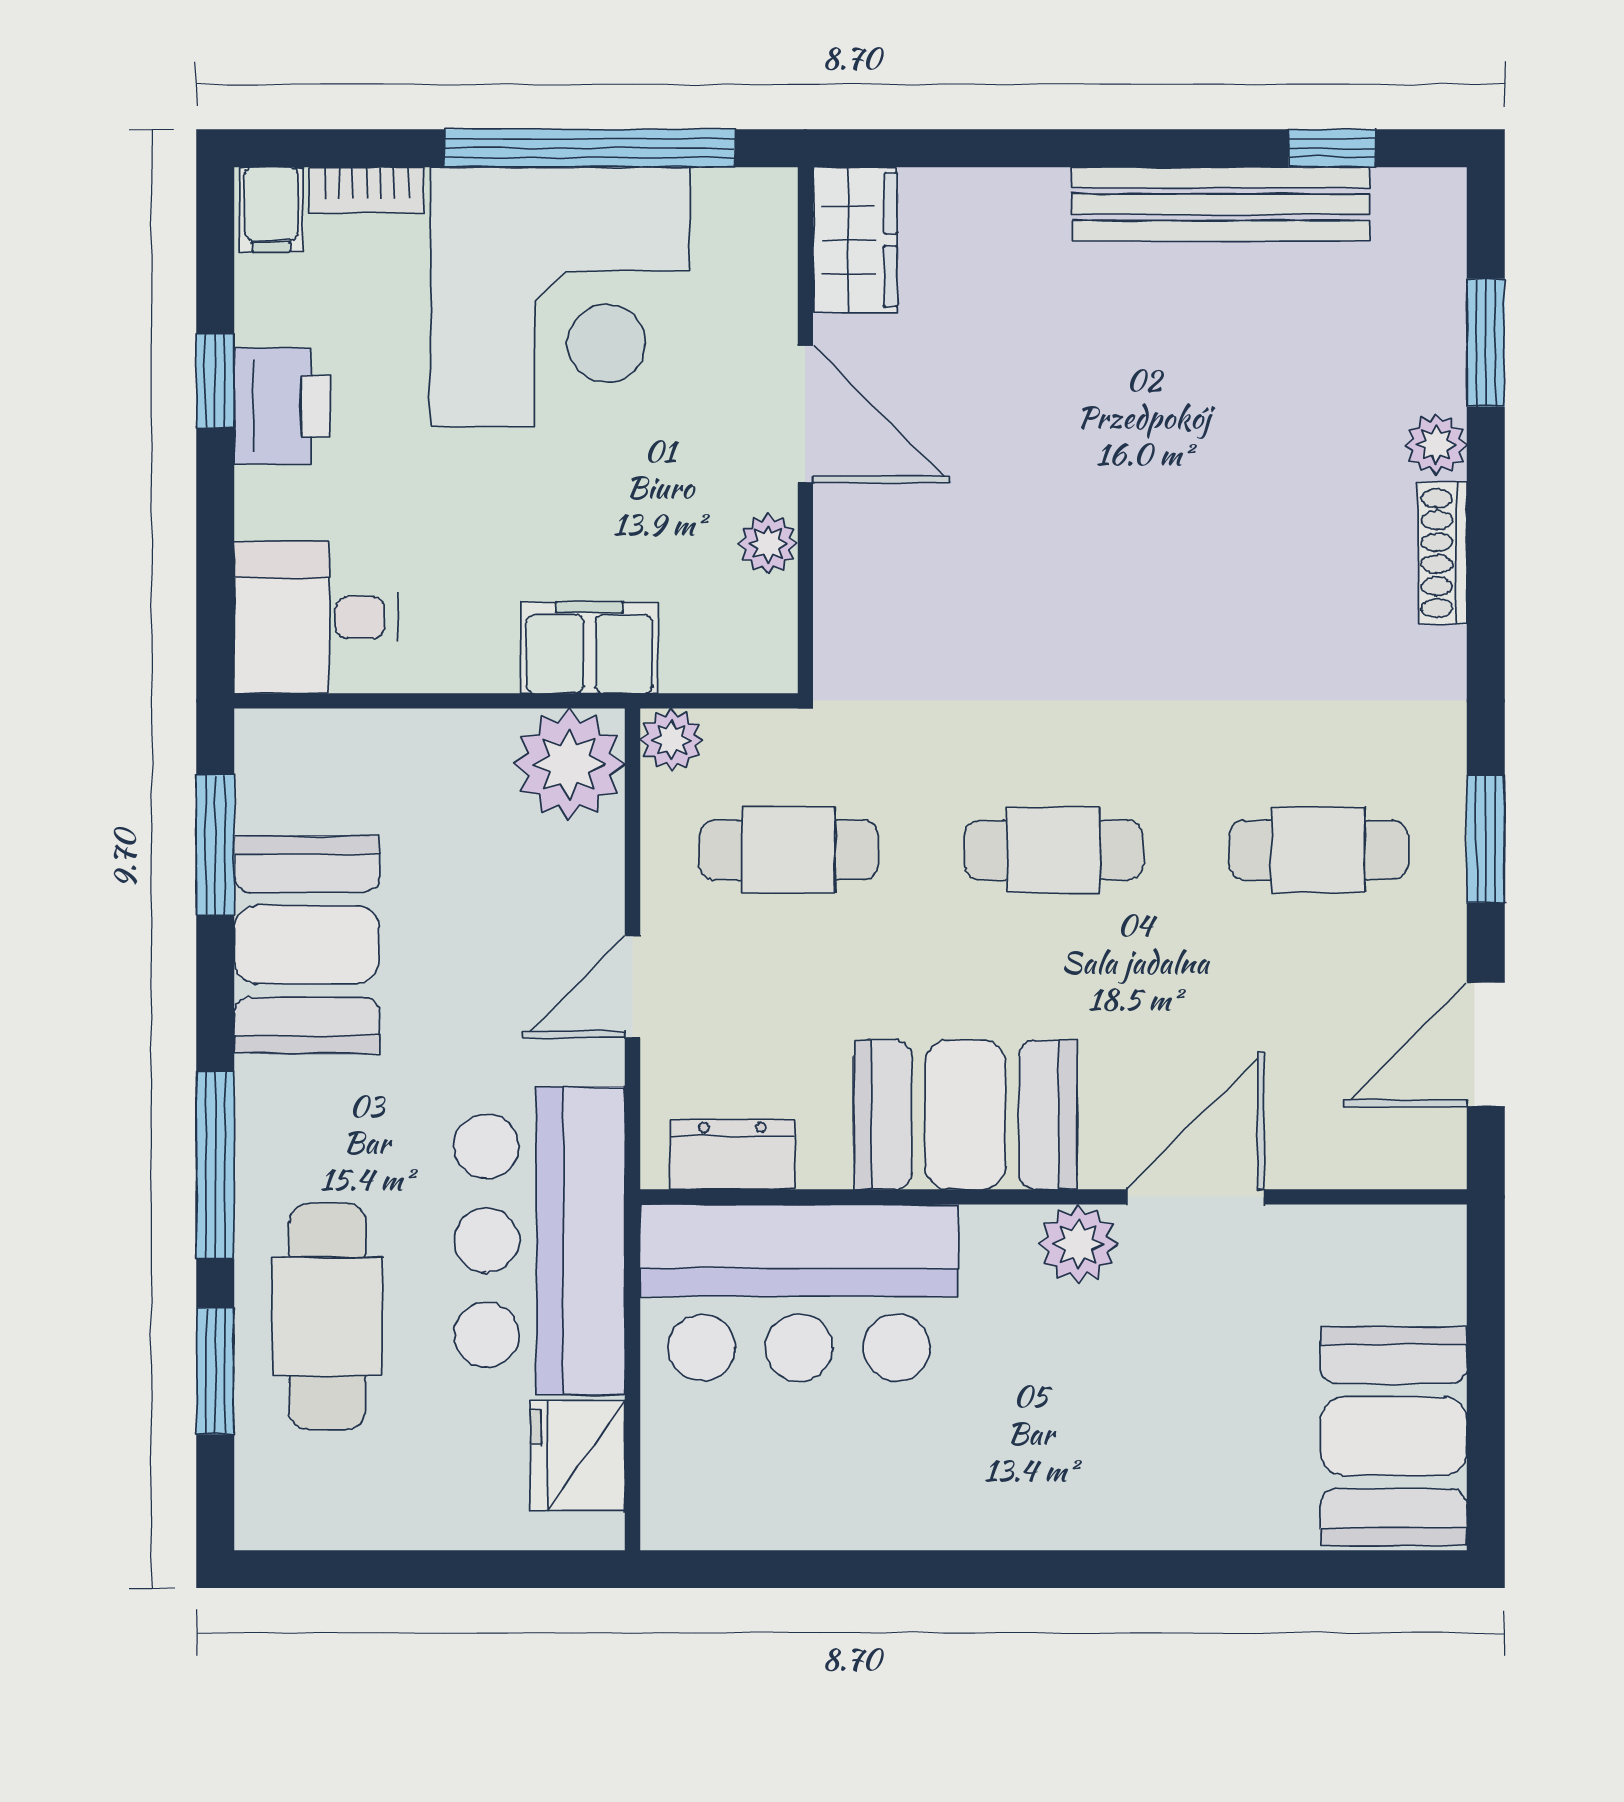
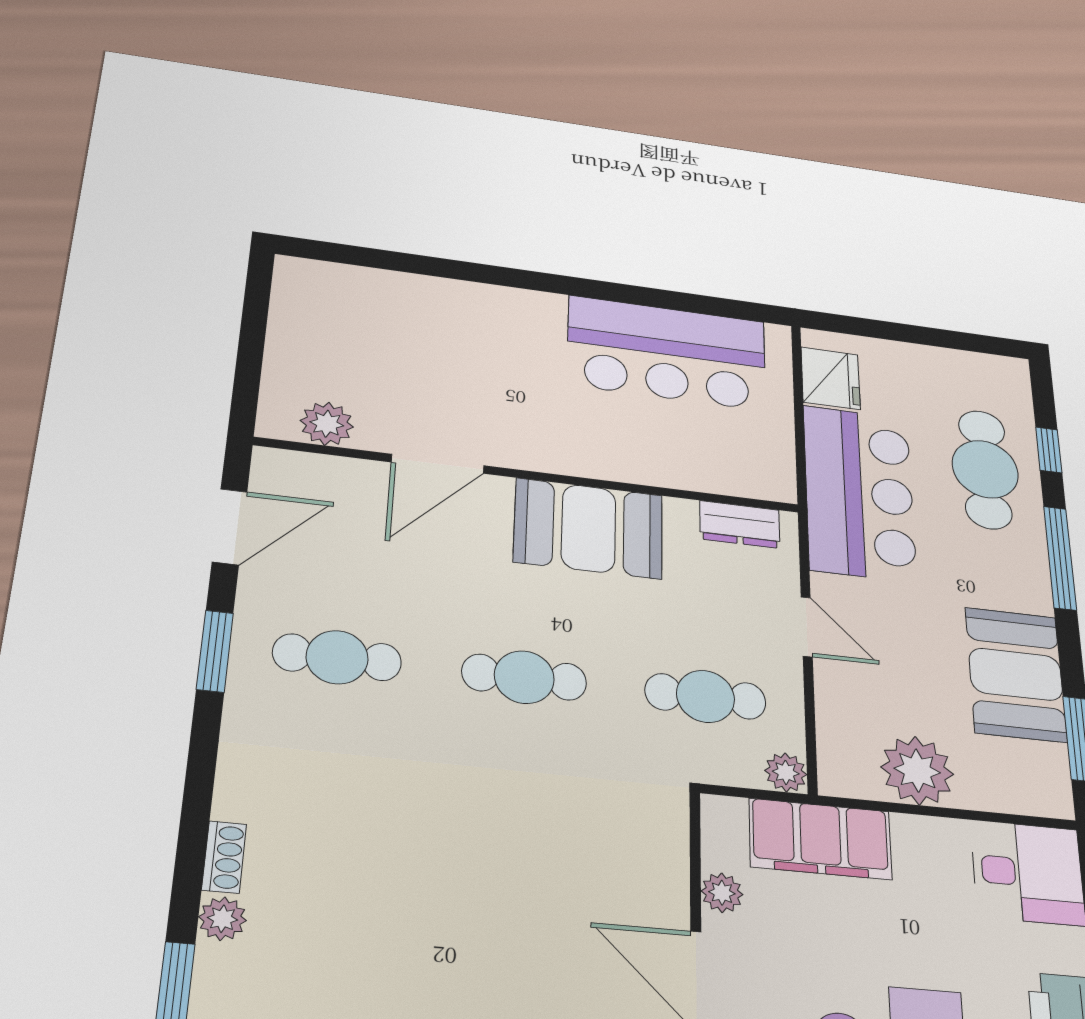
shoe rack: (1443, 553) -> (224, 857), width x0.70
filing cabinet: (589, 647) -> (820, 839), width x1.50, depth x1.17
plant: (569, 764) -> (917, 771), moved
door: (633, 987) -> (807, 627), hinge flipped
plant: (1078, 1244) -> (327, 424), moved
bar counter: (799, 1293) -> (667, 353), moved, turned 180
window: (215, 1371) -> (1049, 450), width x0.67
booth: (1394, 1436) -> (316, 319), removed

